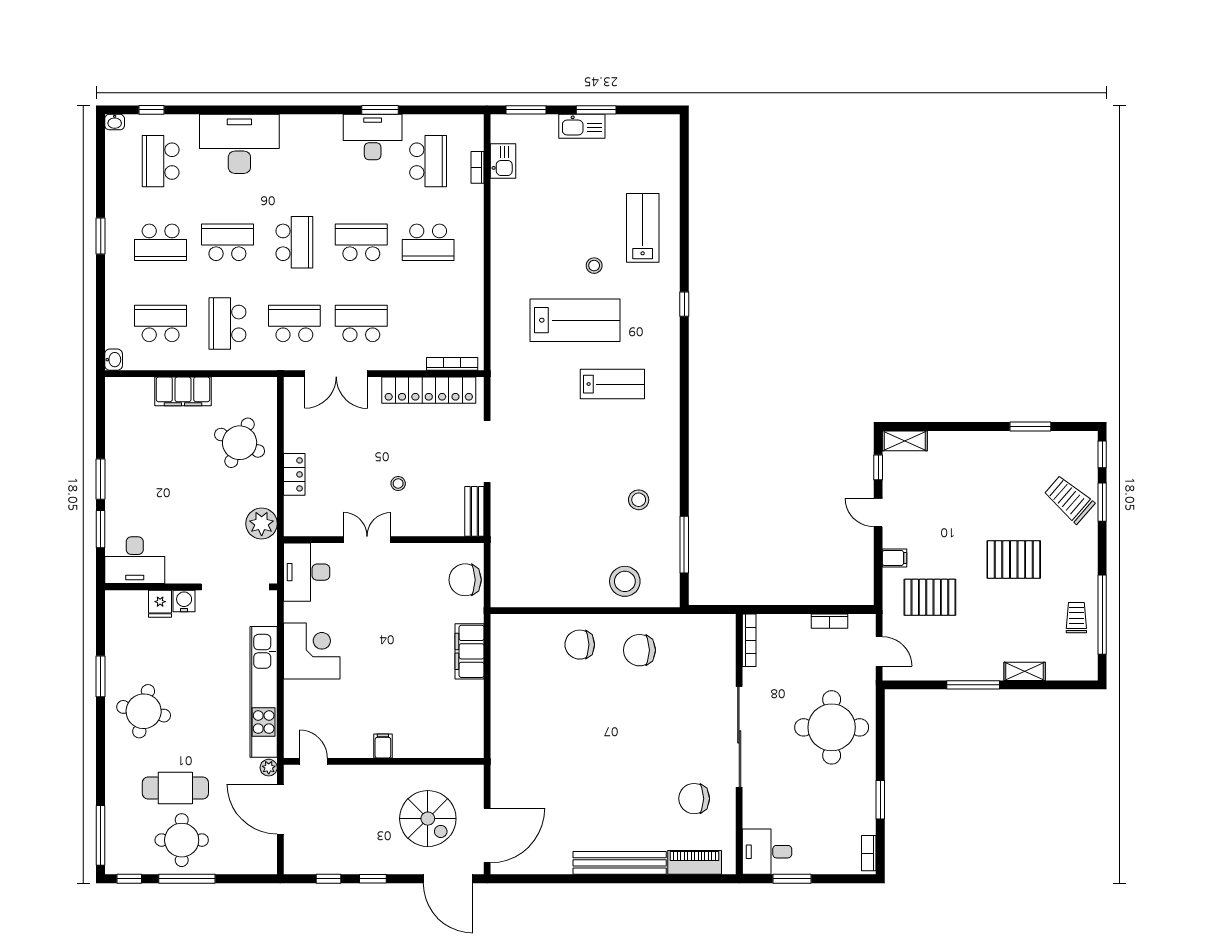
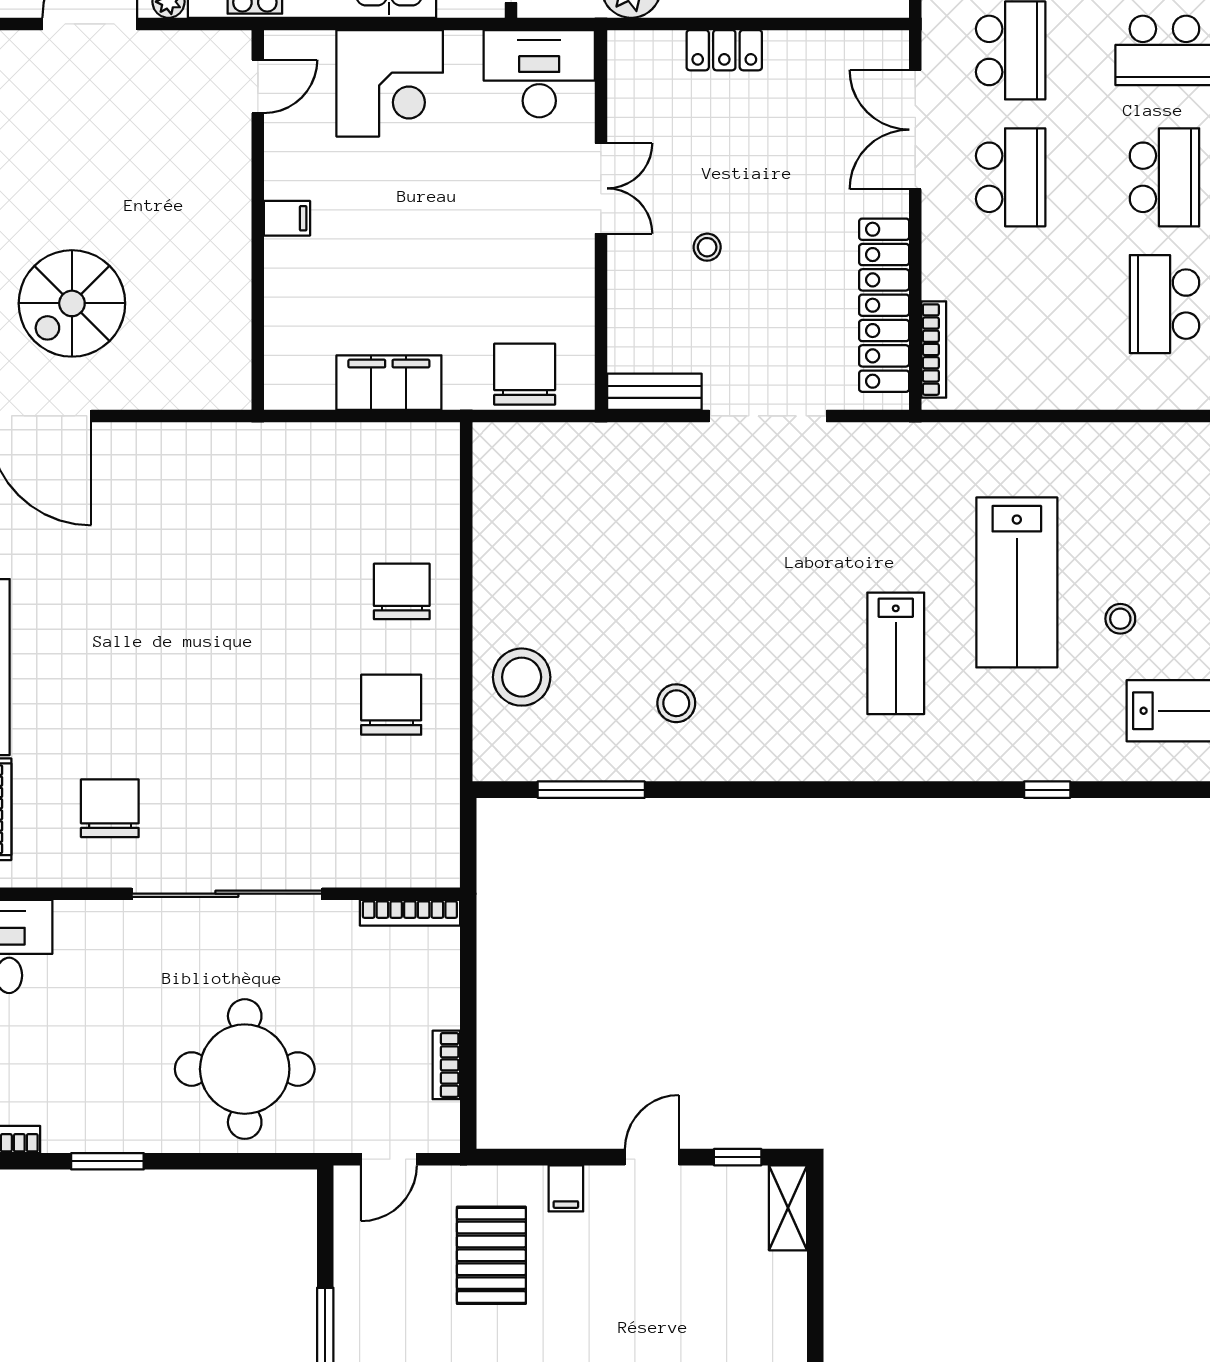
filing cabinet: (383, 746) -> (287, 218), moved
door: (313, 761) -> (258, 87), moved
wall: (384, 761) -> (258, 220), moved

